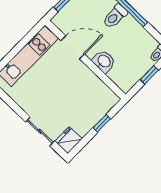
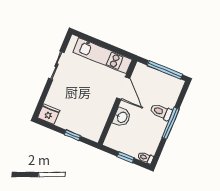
sliding door: (40, 131) -> (56, 65), moved

